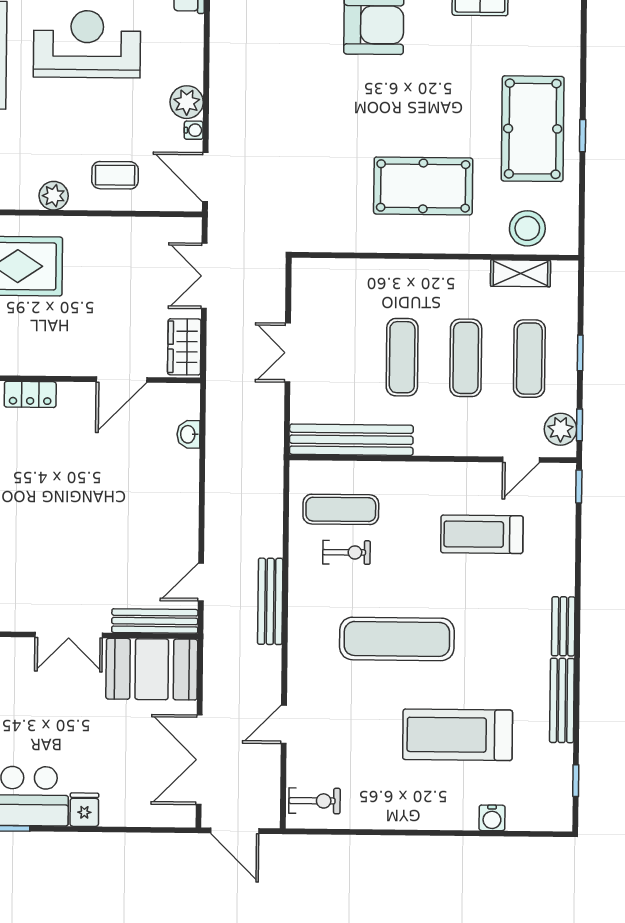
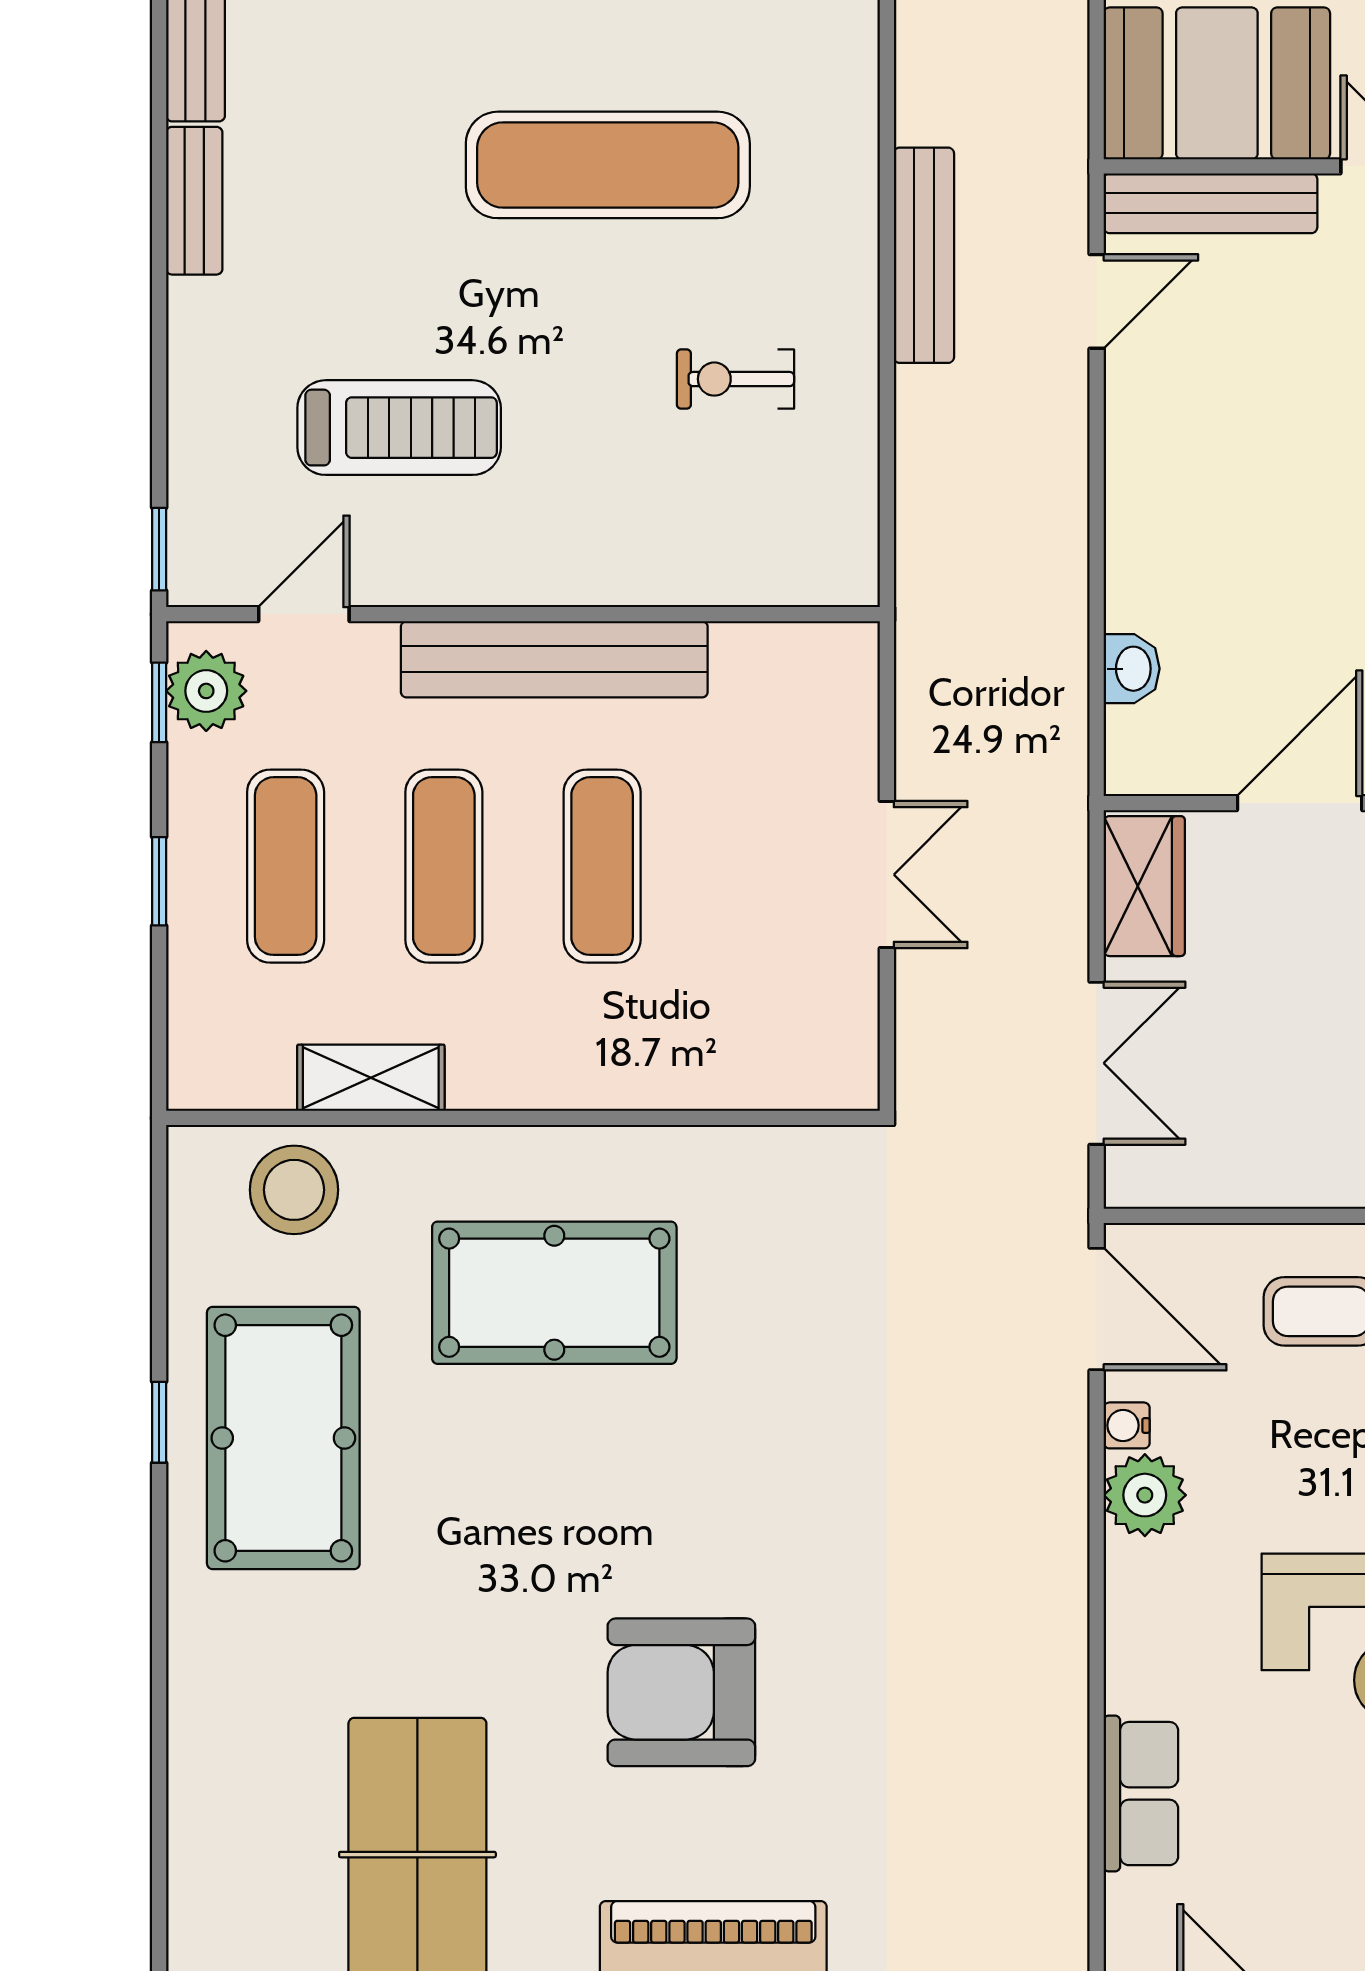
shelving: (520, 273) -> (371, 1078), moved
bench: (351, 440) -> (554, 659), moved
exercise mat: (341, 509) -> (751, 486), removed

